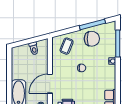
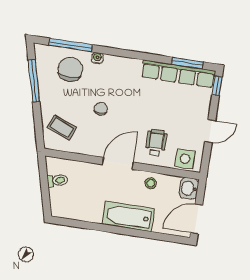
chair: (92, 39) -> (70, 69), moved
door: (50, 84) -> (118, 163), swing flipped

